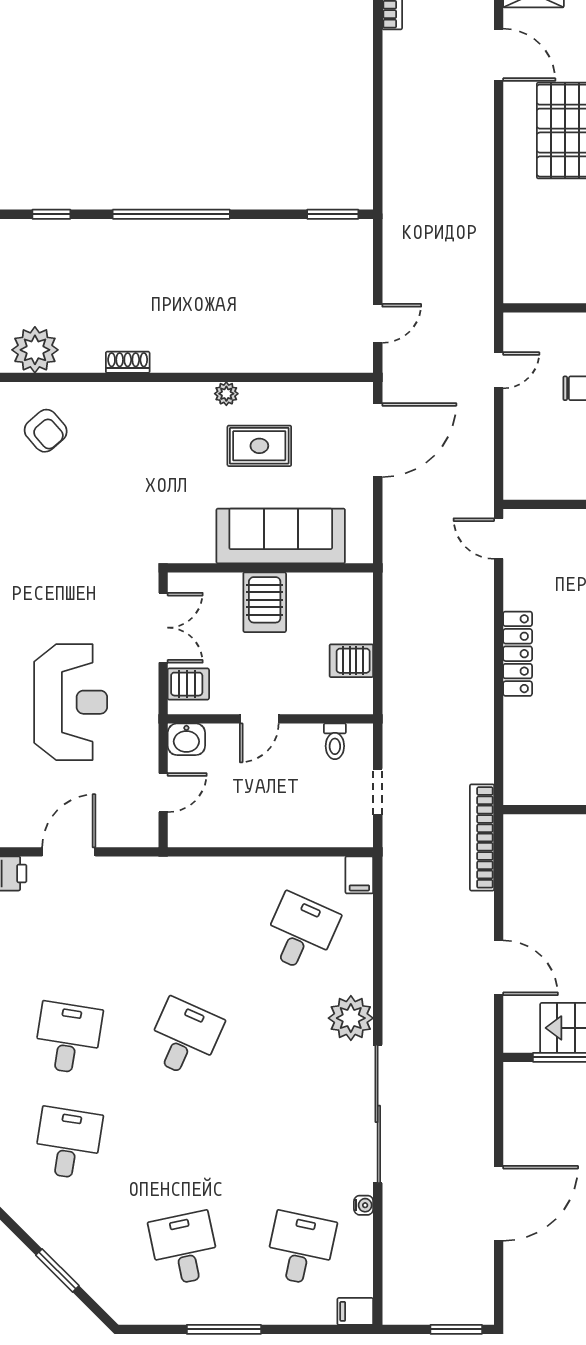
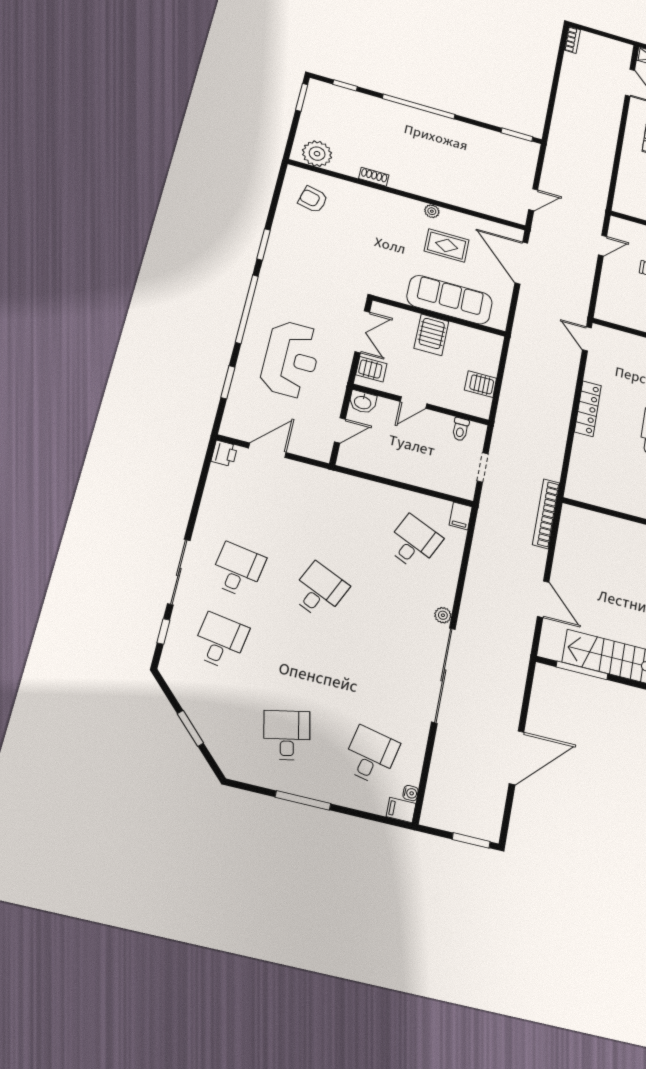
armchair: (46, 431) -> (313, 199), turned 144
door: (378, 440) -> (521, 263), swing flipped
plant: (351, 1018) -> (443, 615), width x0.53, depth x0.53
water cooler: (364, 1205) -> (411, 793), moved

